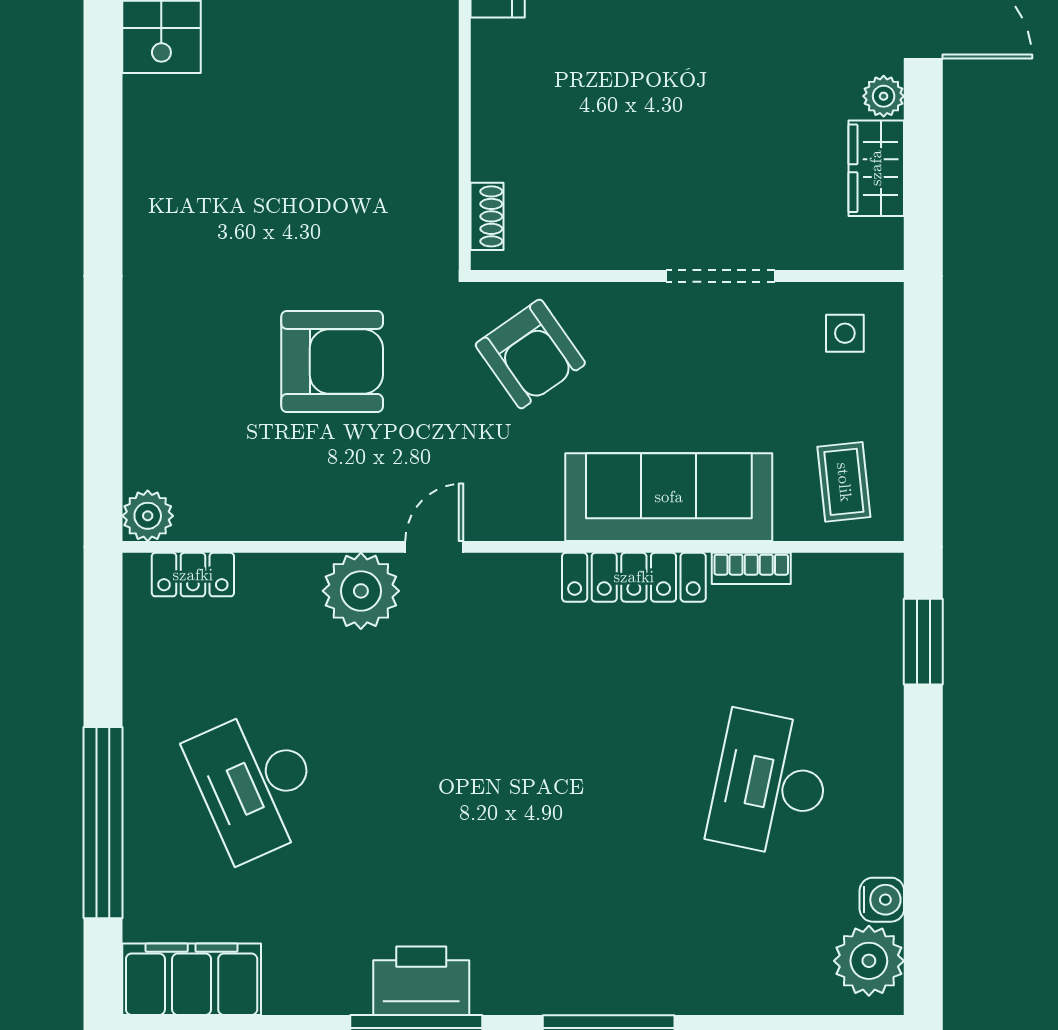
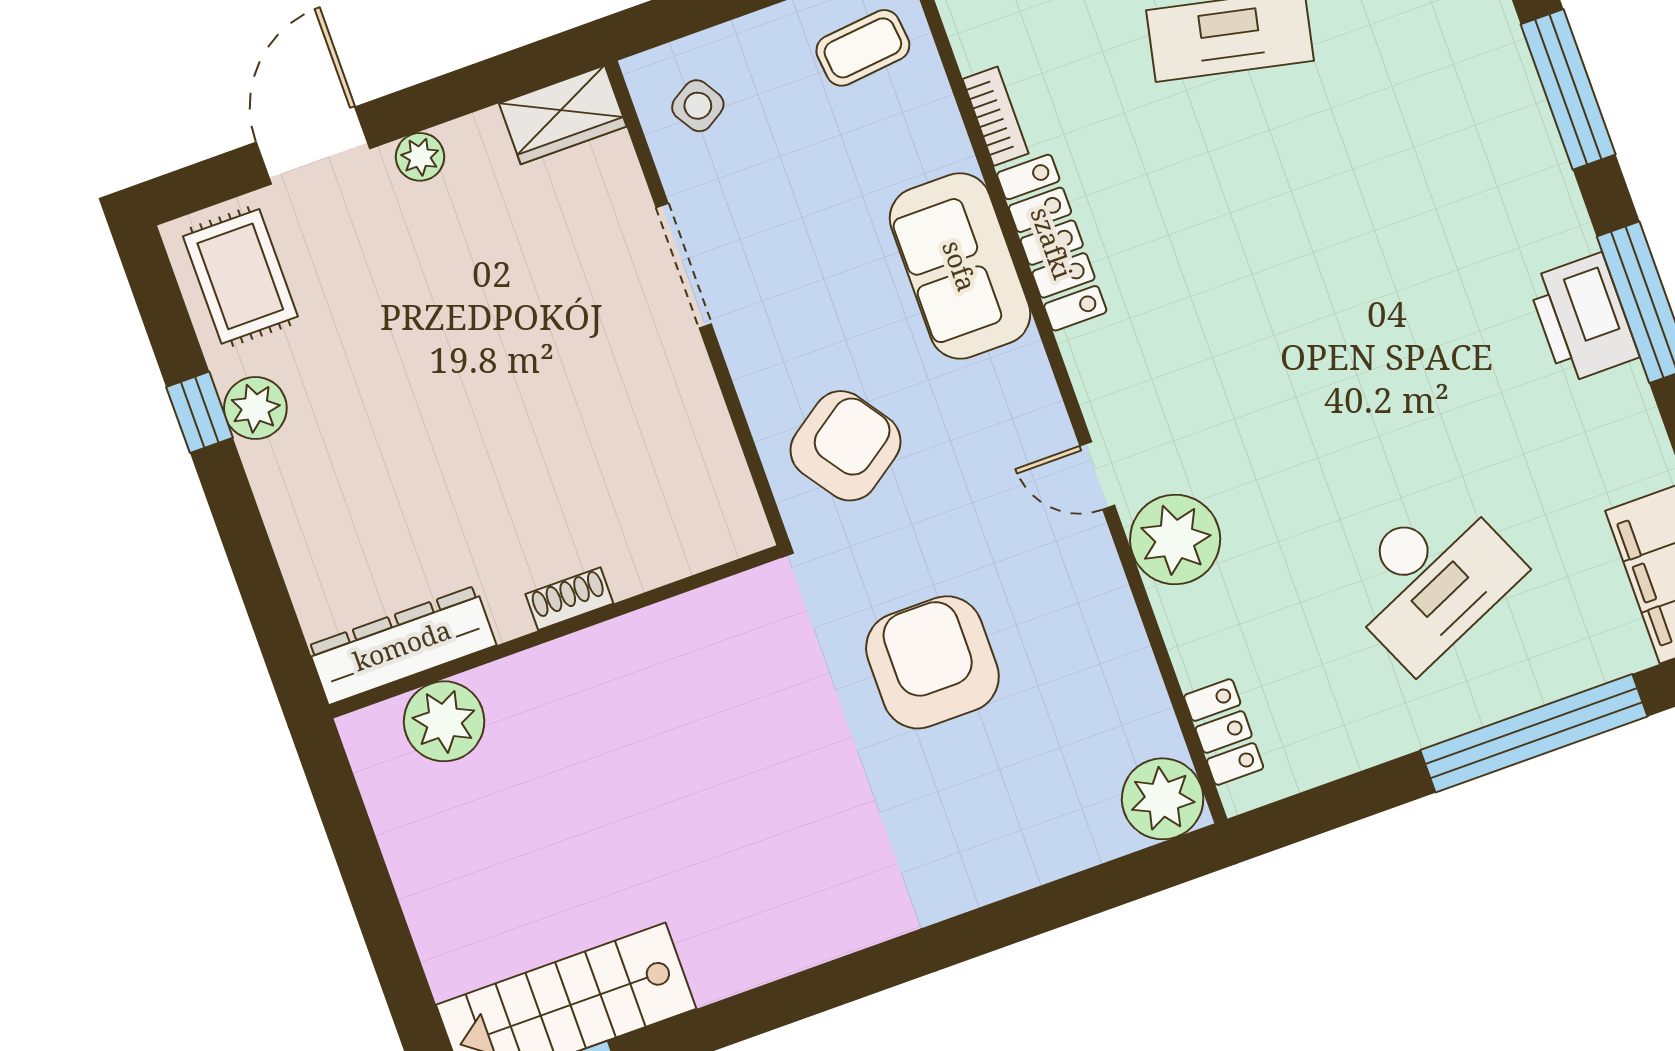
wardrobe: (876, 168) -> (563, 115), moved
shoe rack: (487, 216) -> (569, 599), moved
side table: (845, 333) -> (698, 106), turned -32
sofa: (669, 497) -> (960, 266), width x0.73
plant: (148, 516) -> (1163, 799), width x1.36, depth x1.36

